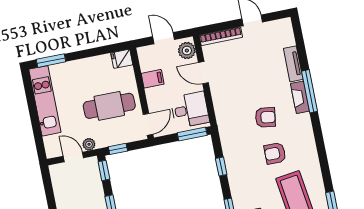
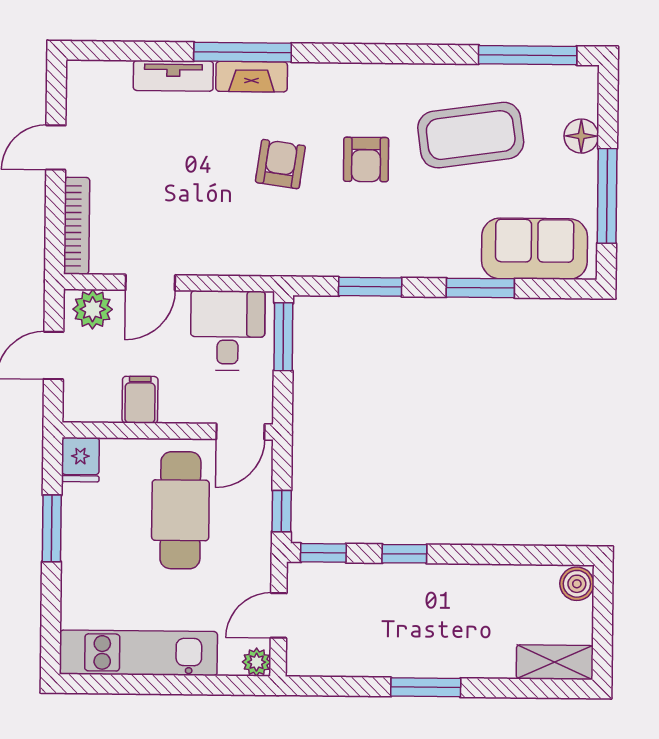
window: (51, 61) -> (52, 528), moved
door: (148, 124) -> (240, 432), swing flipped
plant: (89, 144) -> (257, 662), moved
window: (221, 166) -> (370, 287), width x1.50

